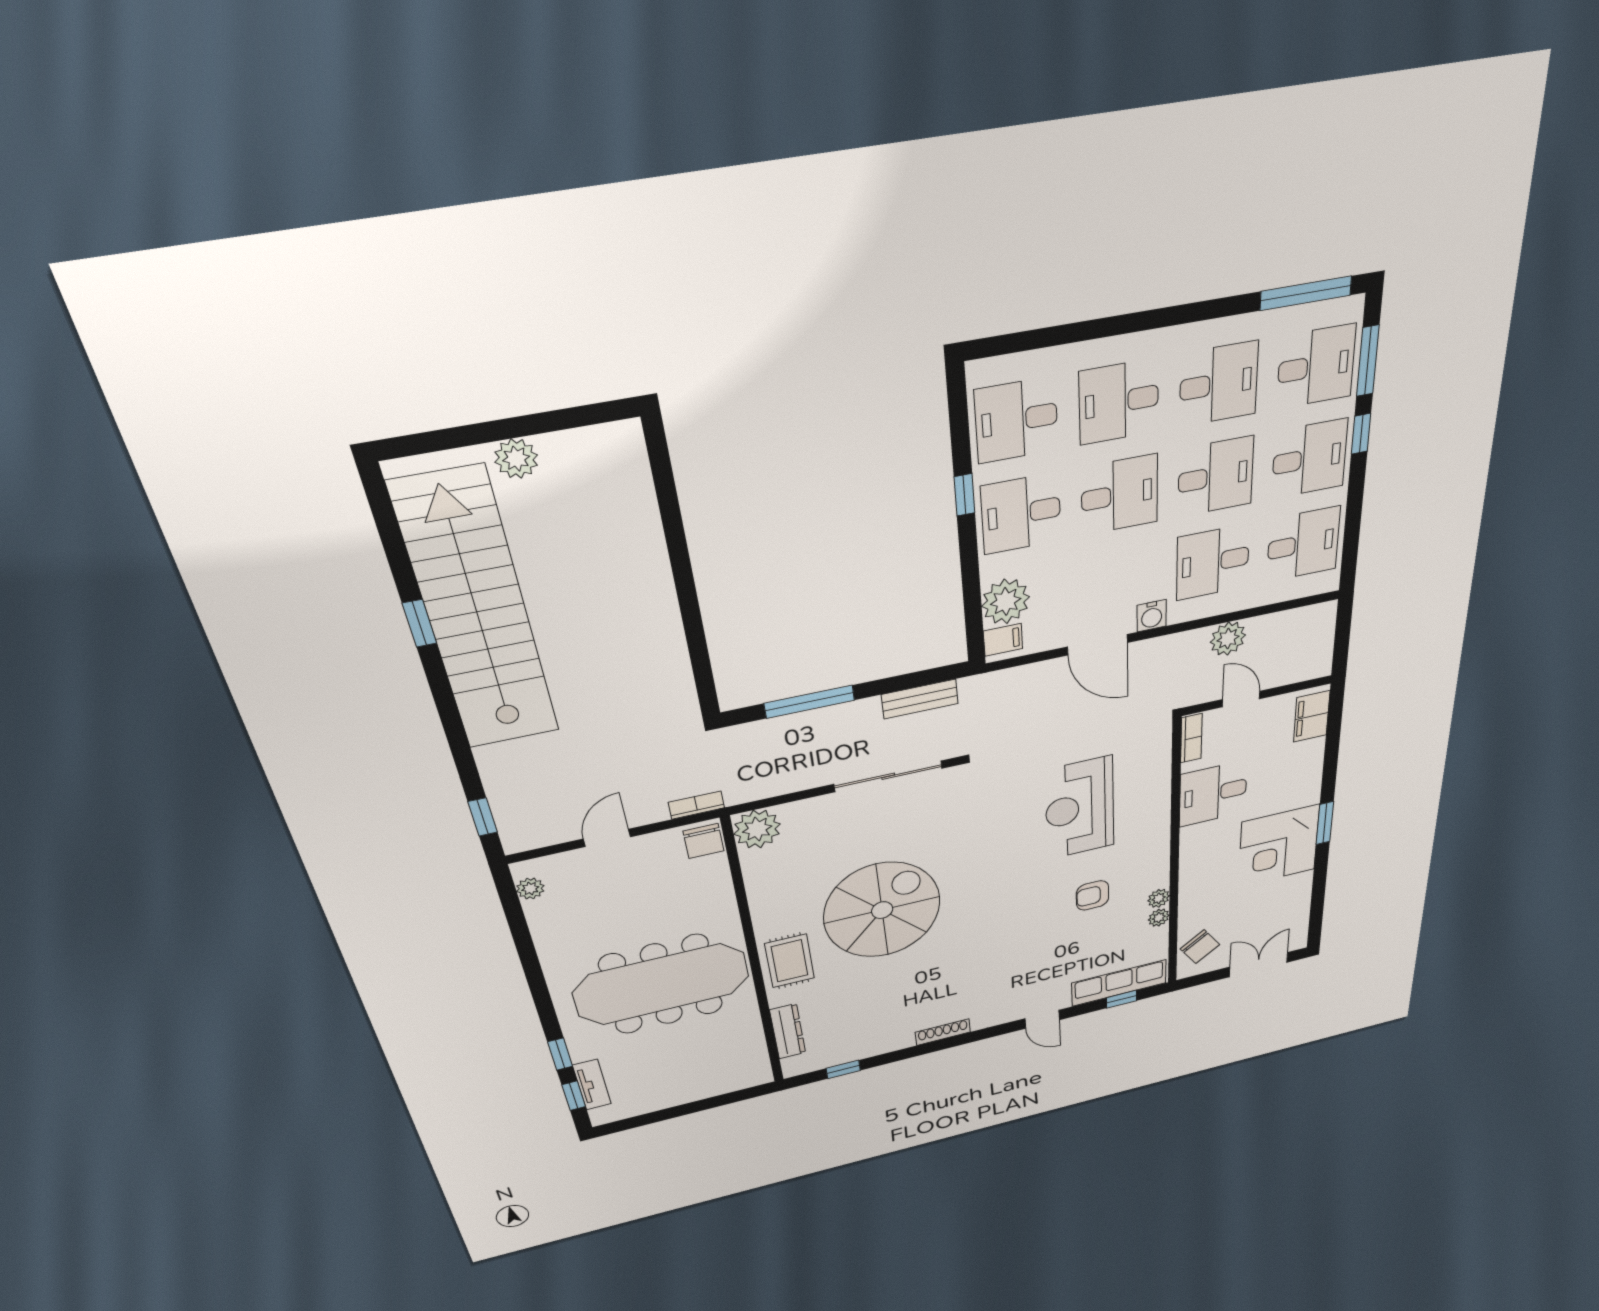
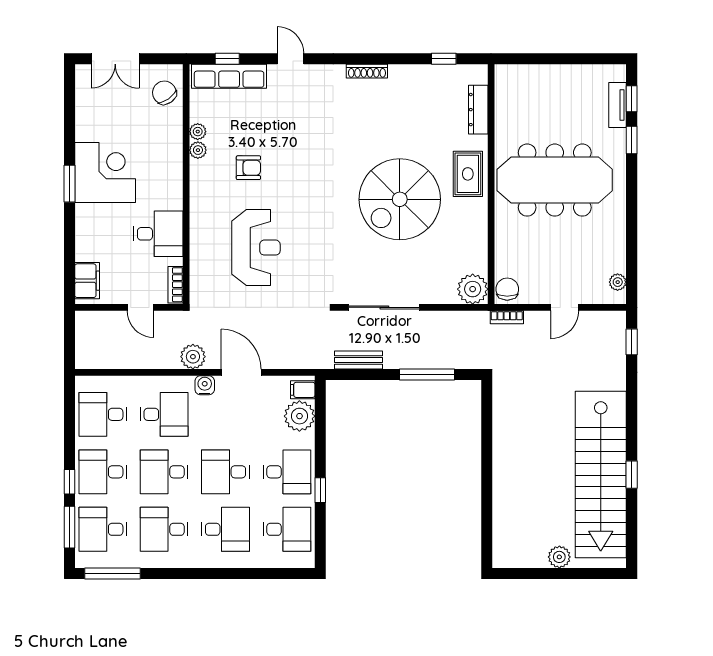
plant: (1228, 639) -> (193, 357), moved

